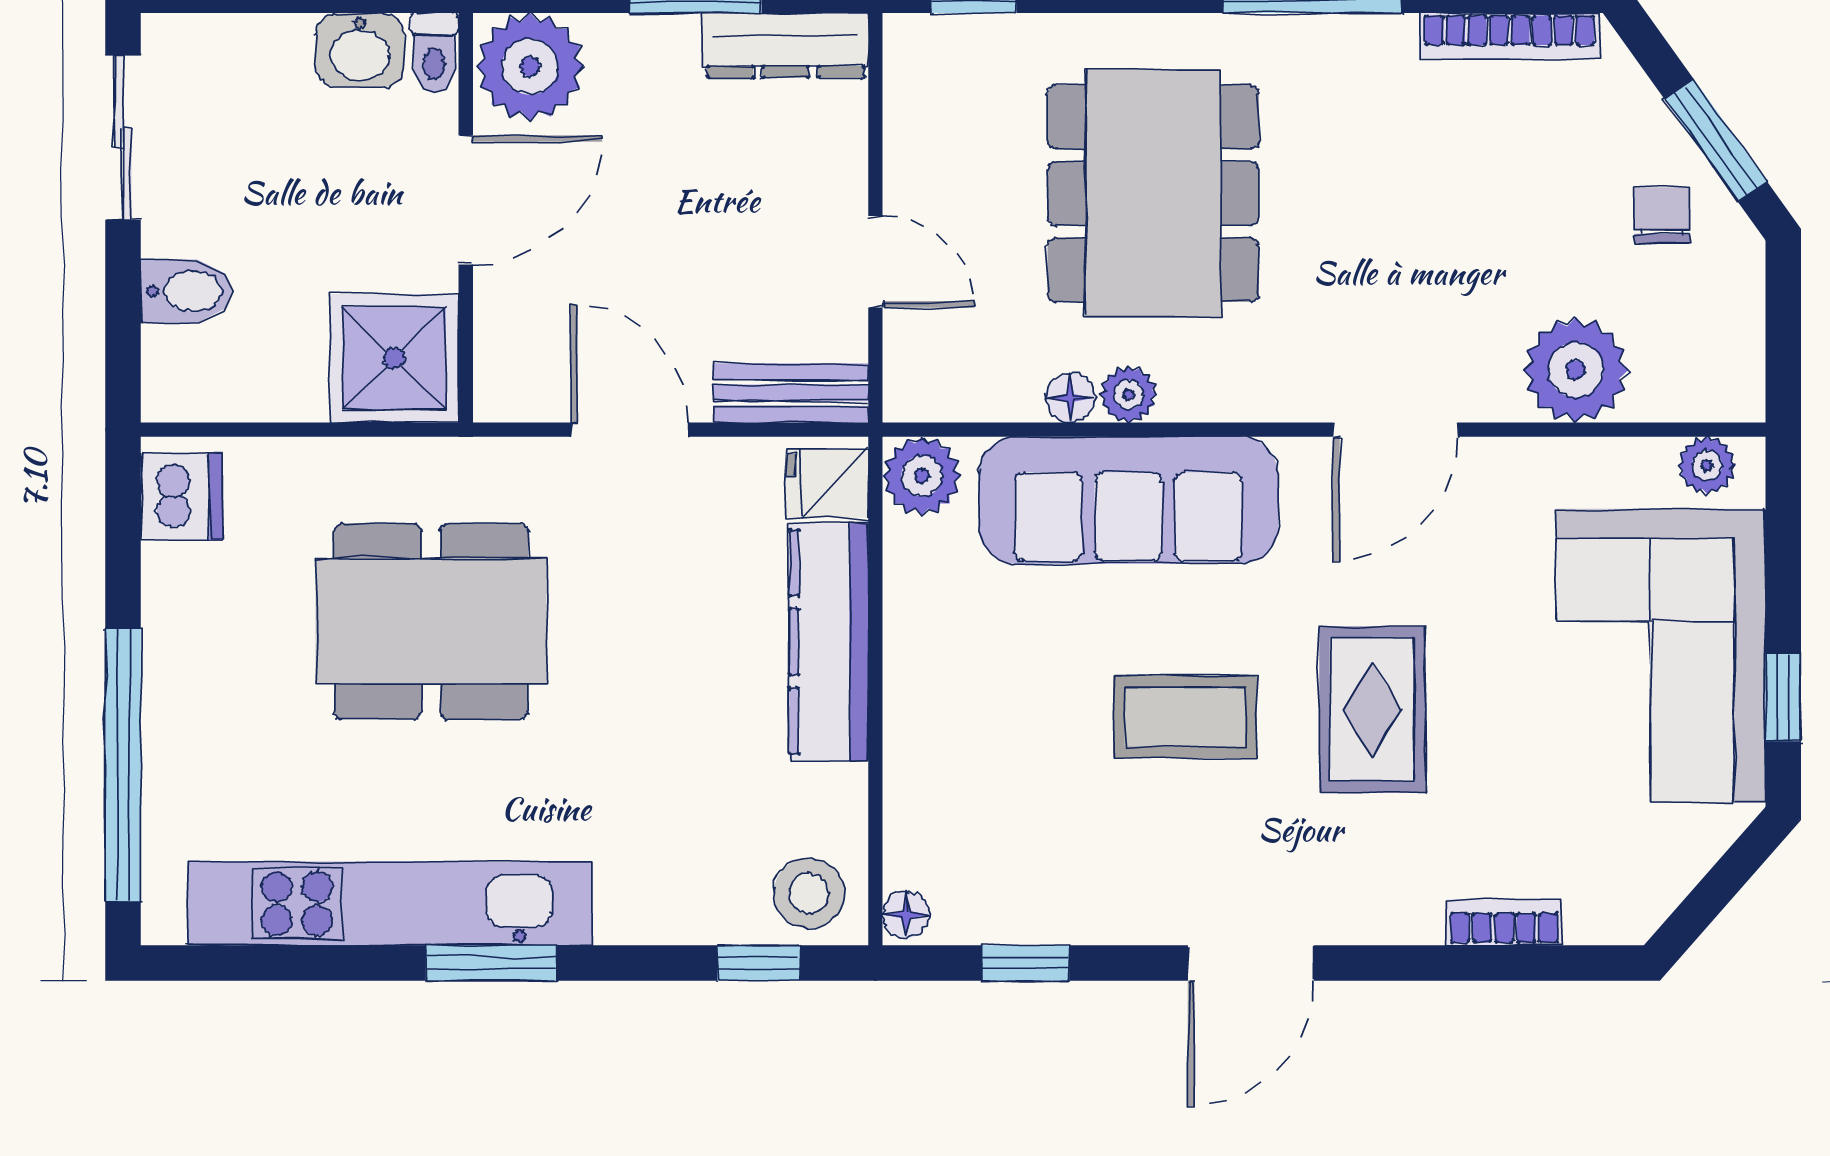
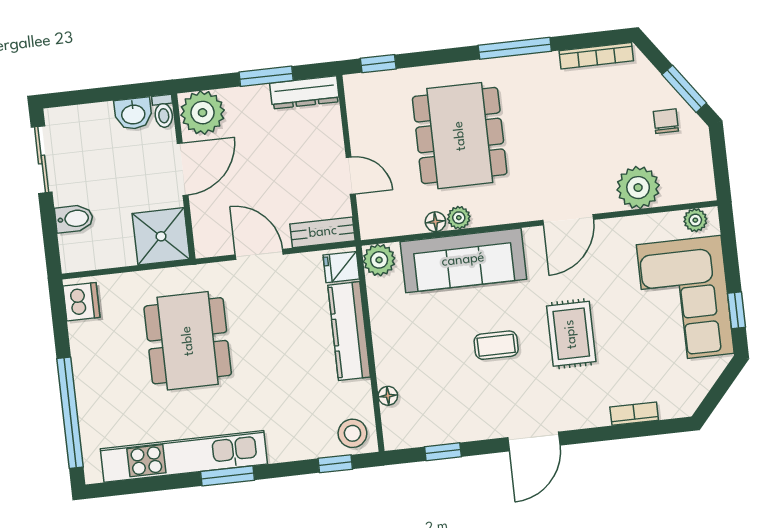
dining table: (431, 621) -> (188, 341), turned 90
coffee table: (1185, 717) -> (496, 345), width x0.73, depth x0.77
floor lamp: (906, 915) -> (388, 396), moved

